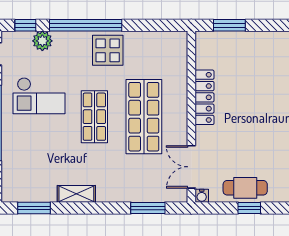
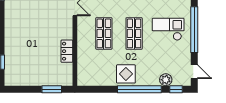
checkout: (39, 96) -> (168, 29), moved
locker: (204, 97) -> (67, 51), width x0.66
shop shelf: (144, 117) -> (104, 33), width x0.70, depth x0.74

